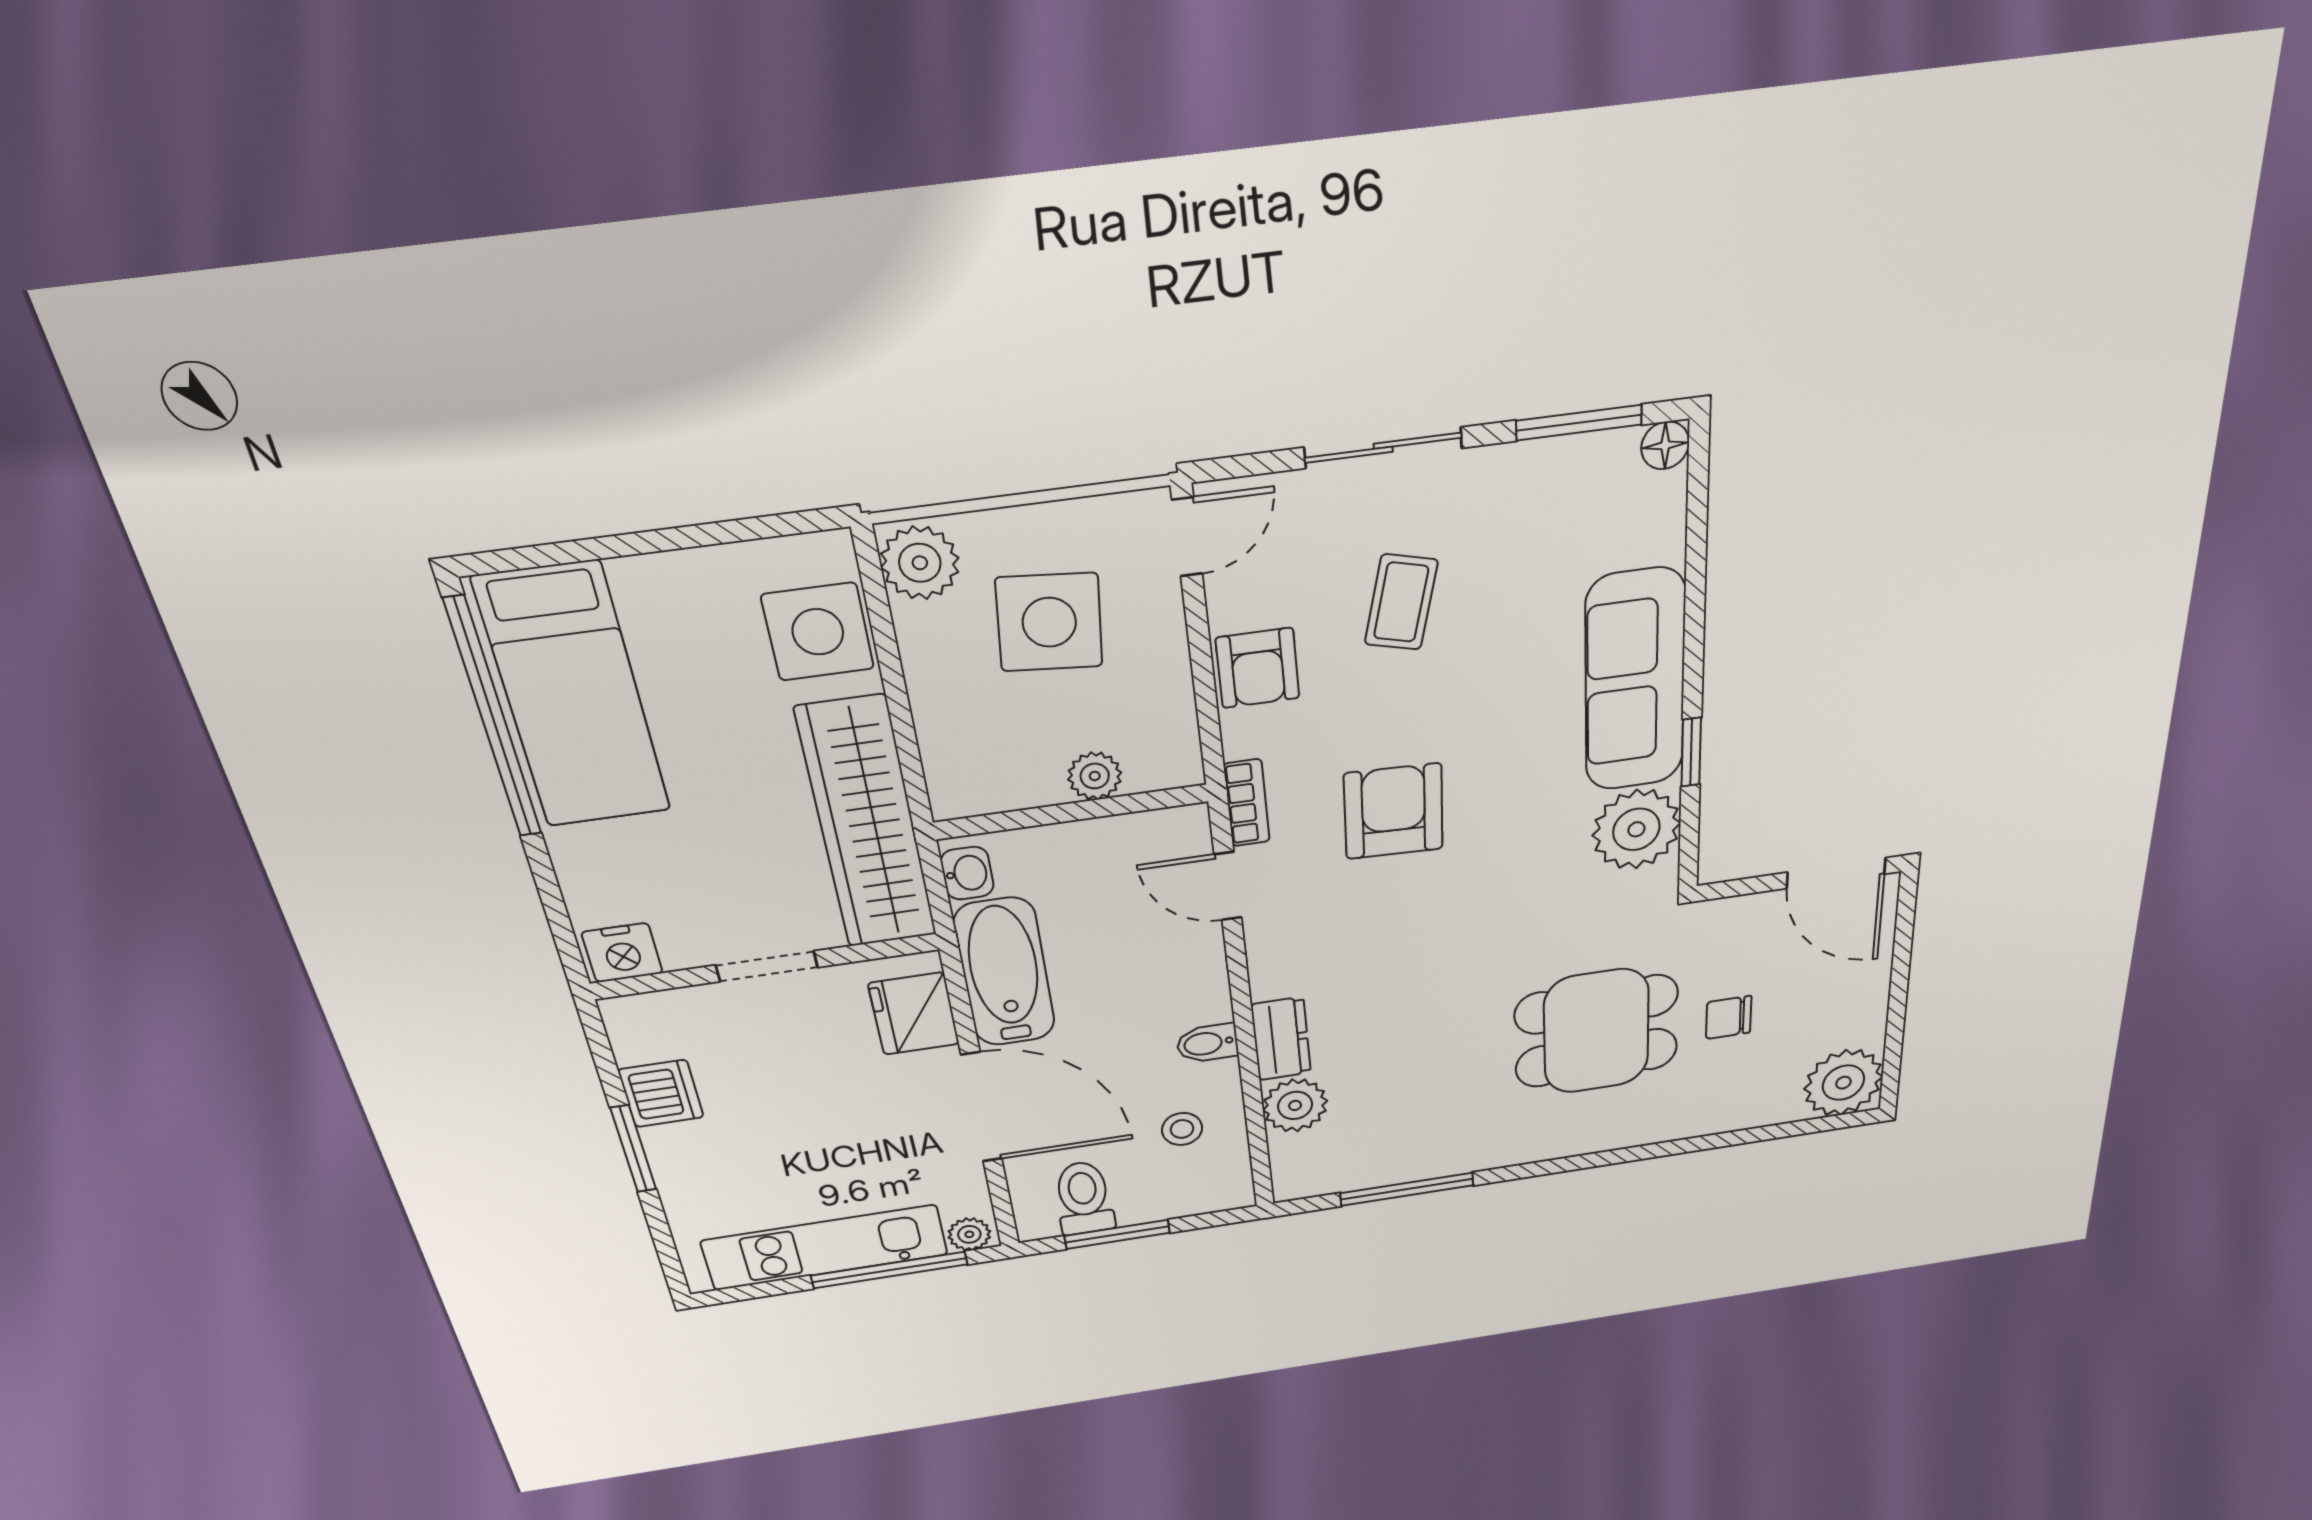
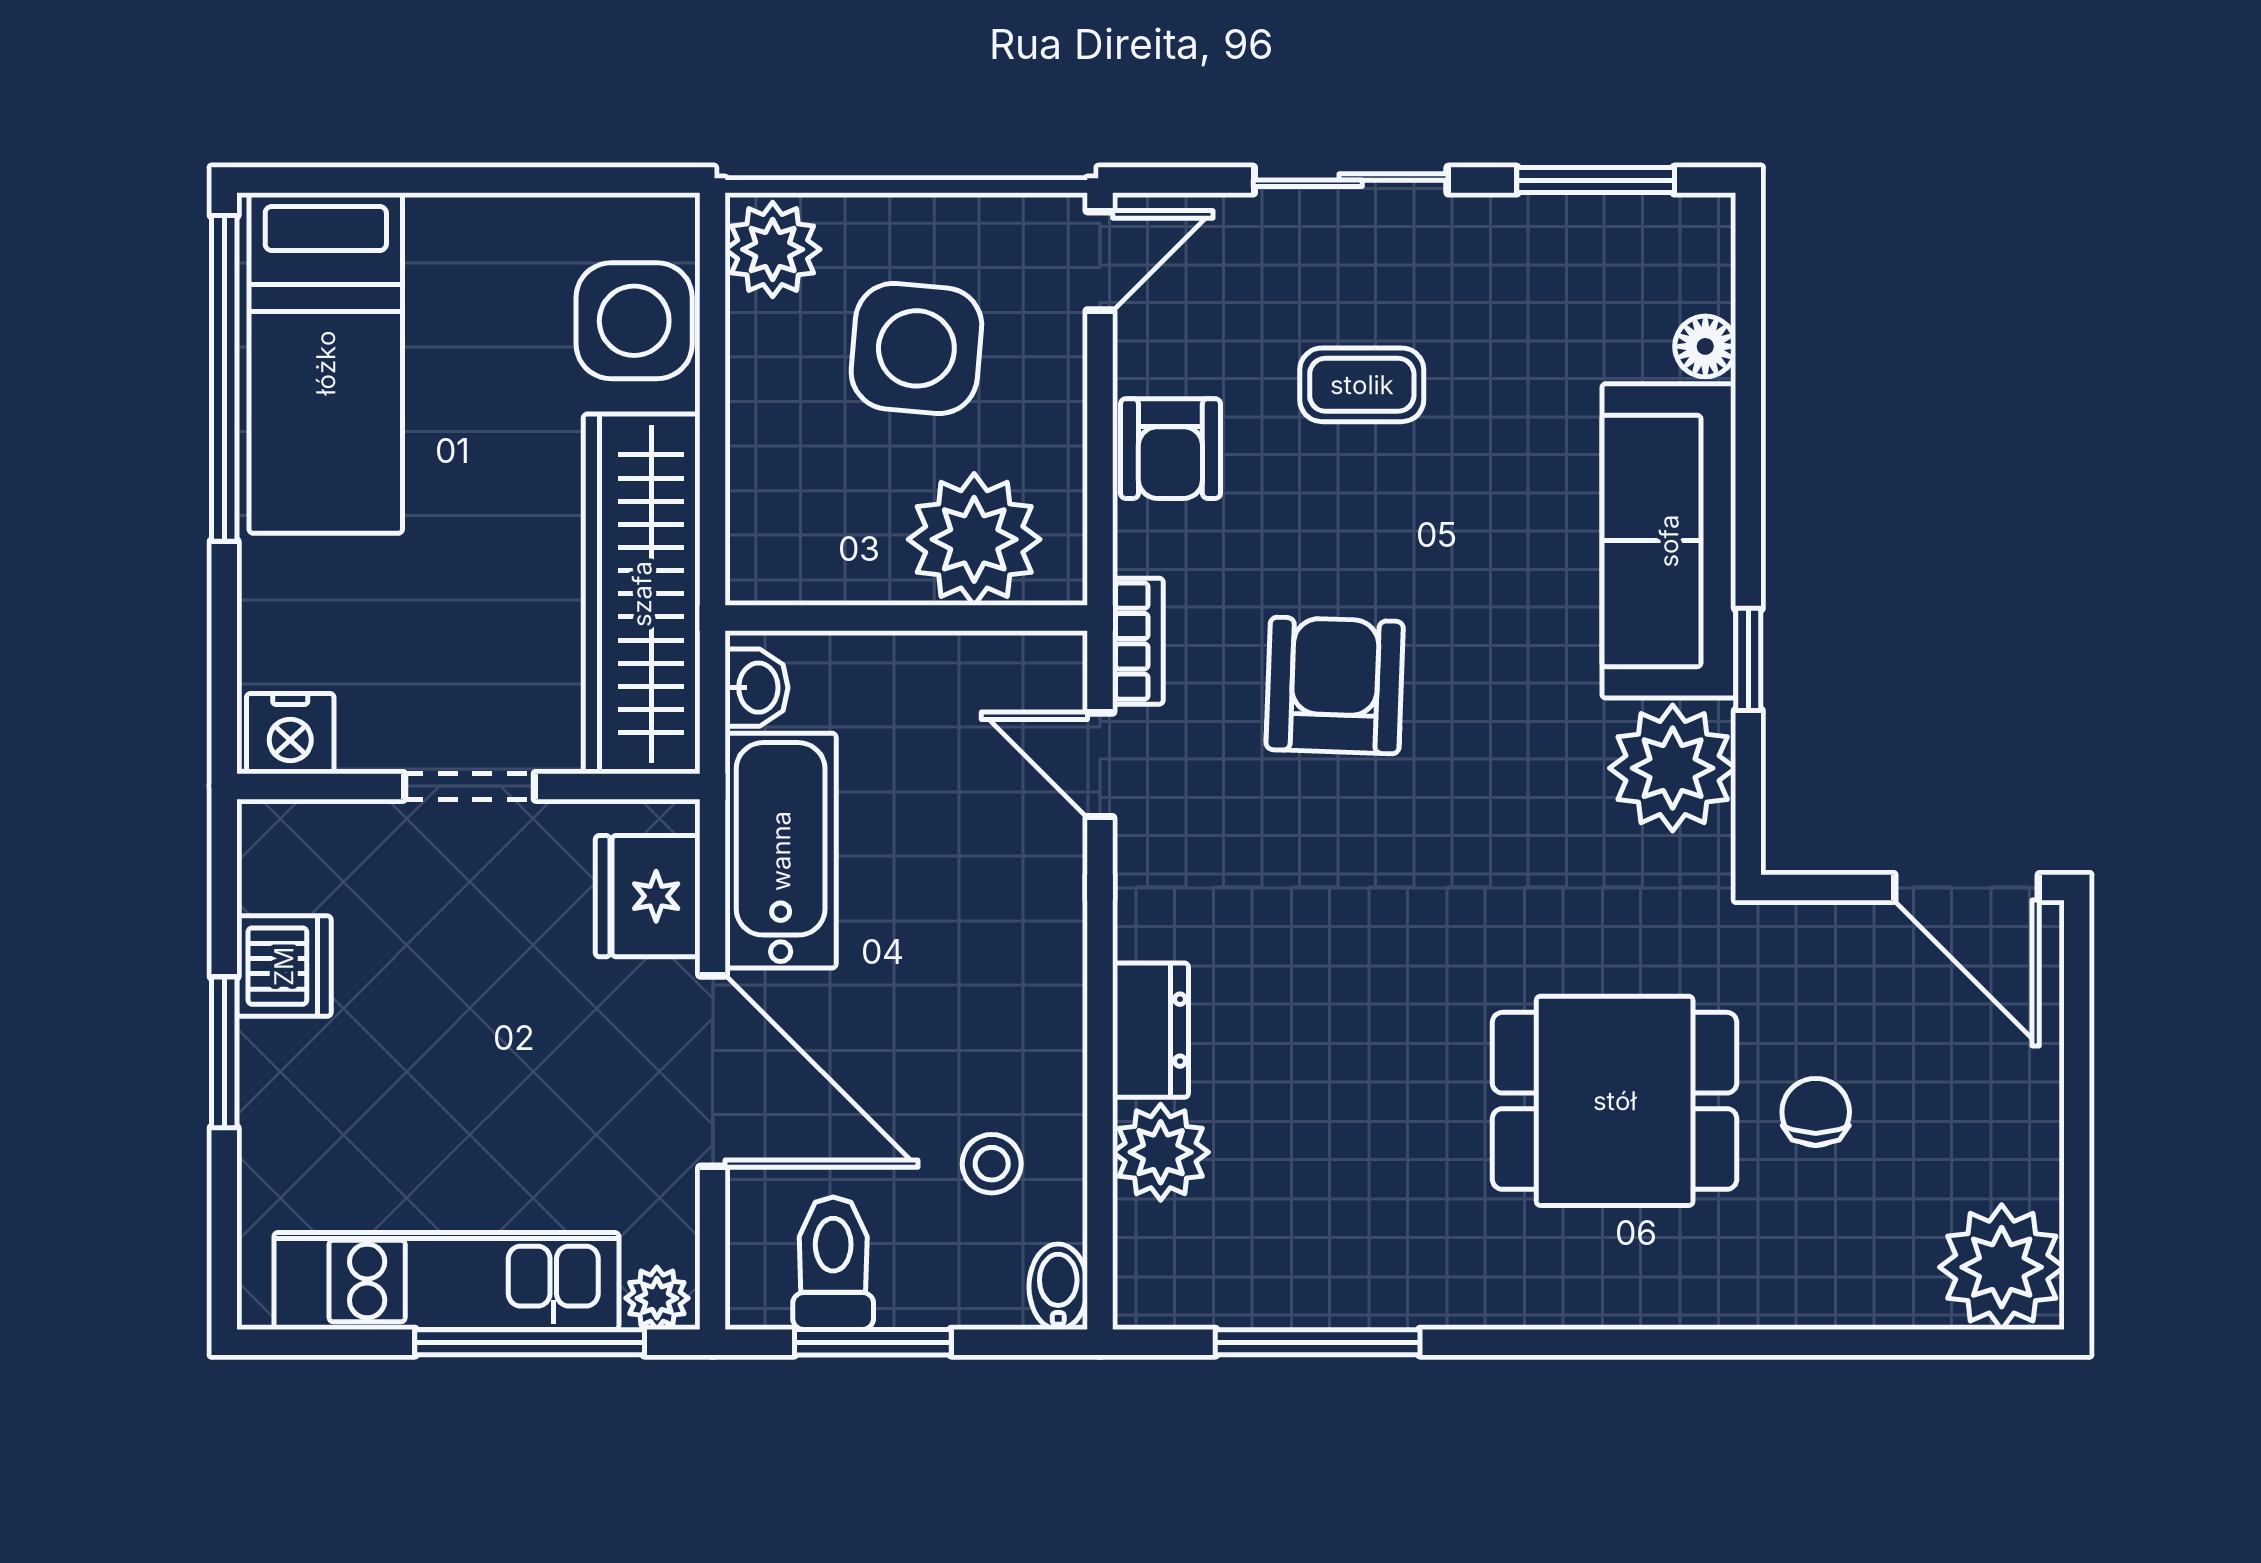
floor lamp: (1665, 445) -> (1705, 346), moved
coffee table: (1401, 602) -> (1362, 385), turned 76
plant: (1095, 776) -> (974, 539), width x1.87, depth x1.87
chair: (1729, 1017) -> (1816, 1112), turned 90
bidet: (1207, 1043) -> (1058, 1287), moved, turned 90

